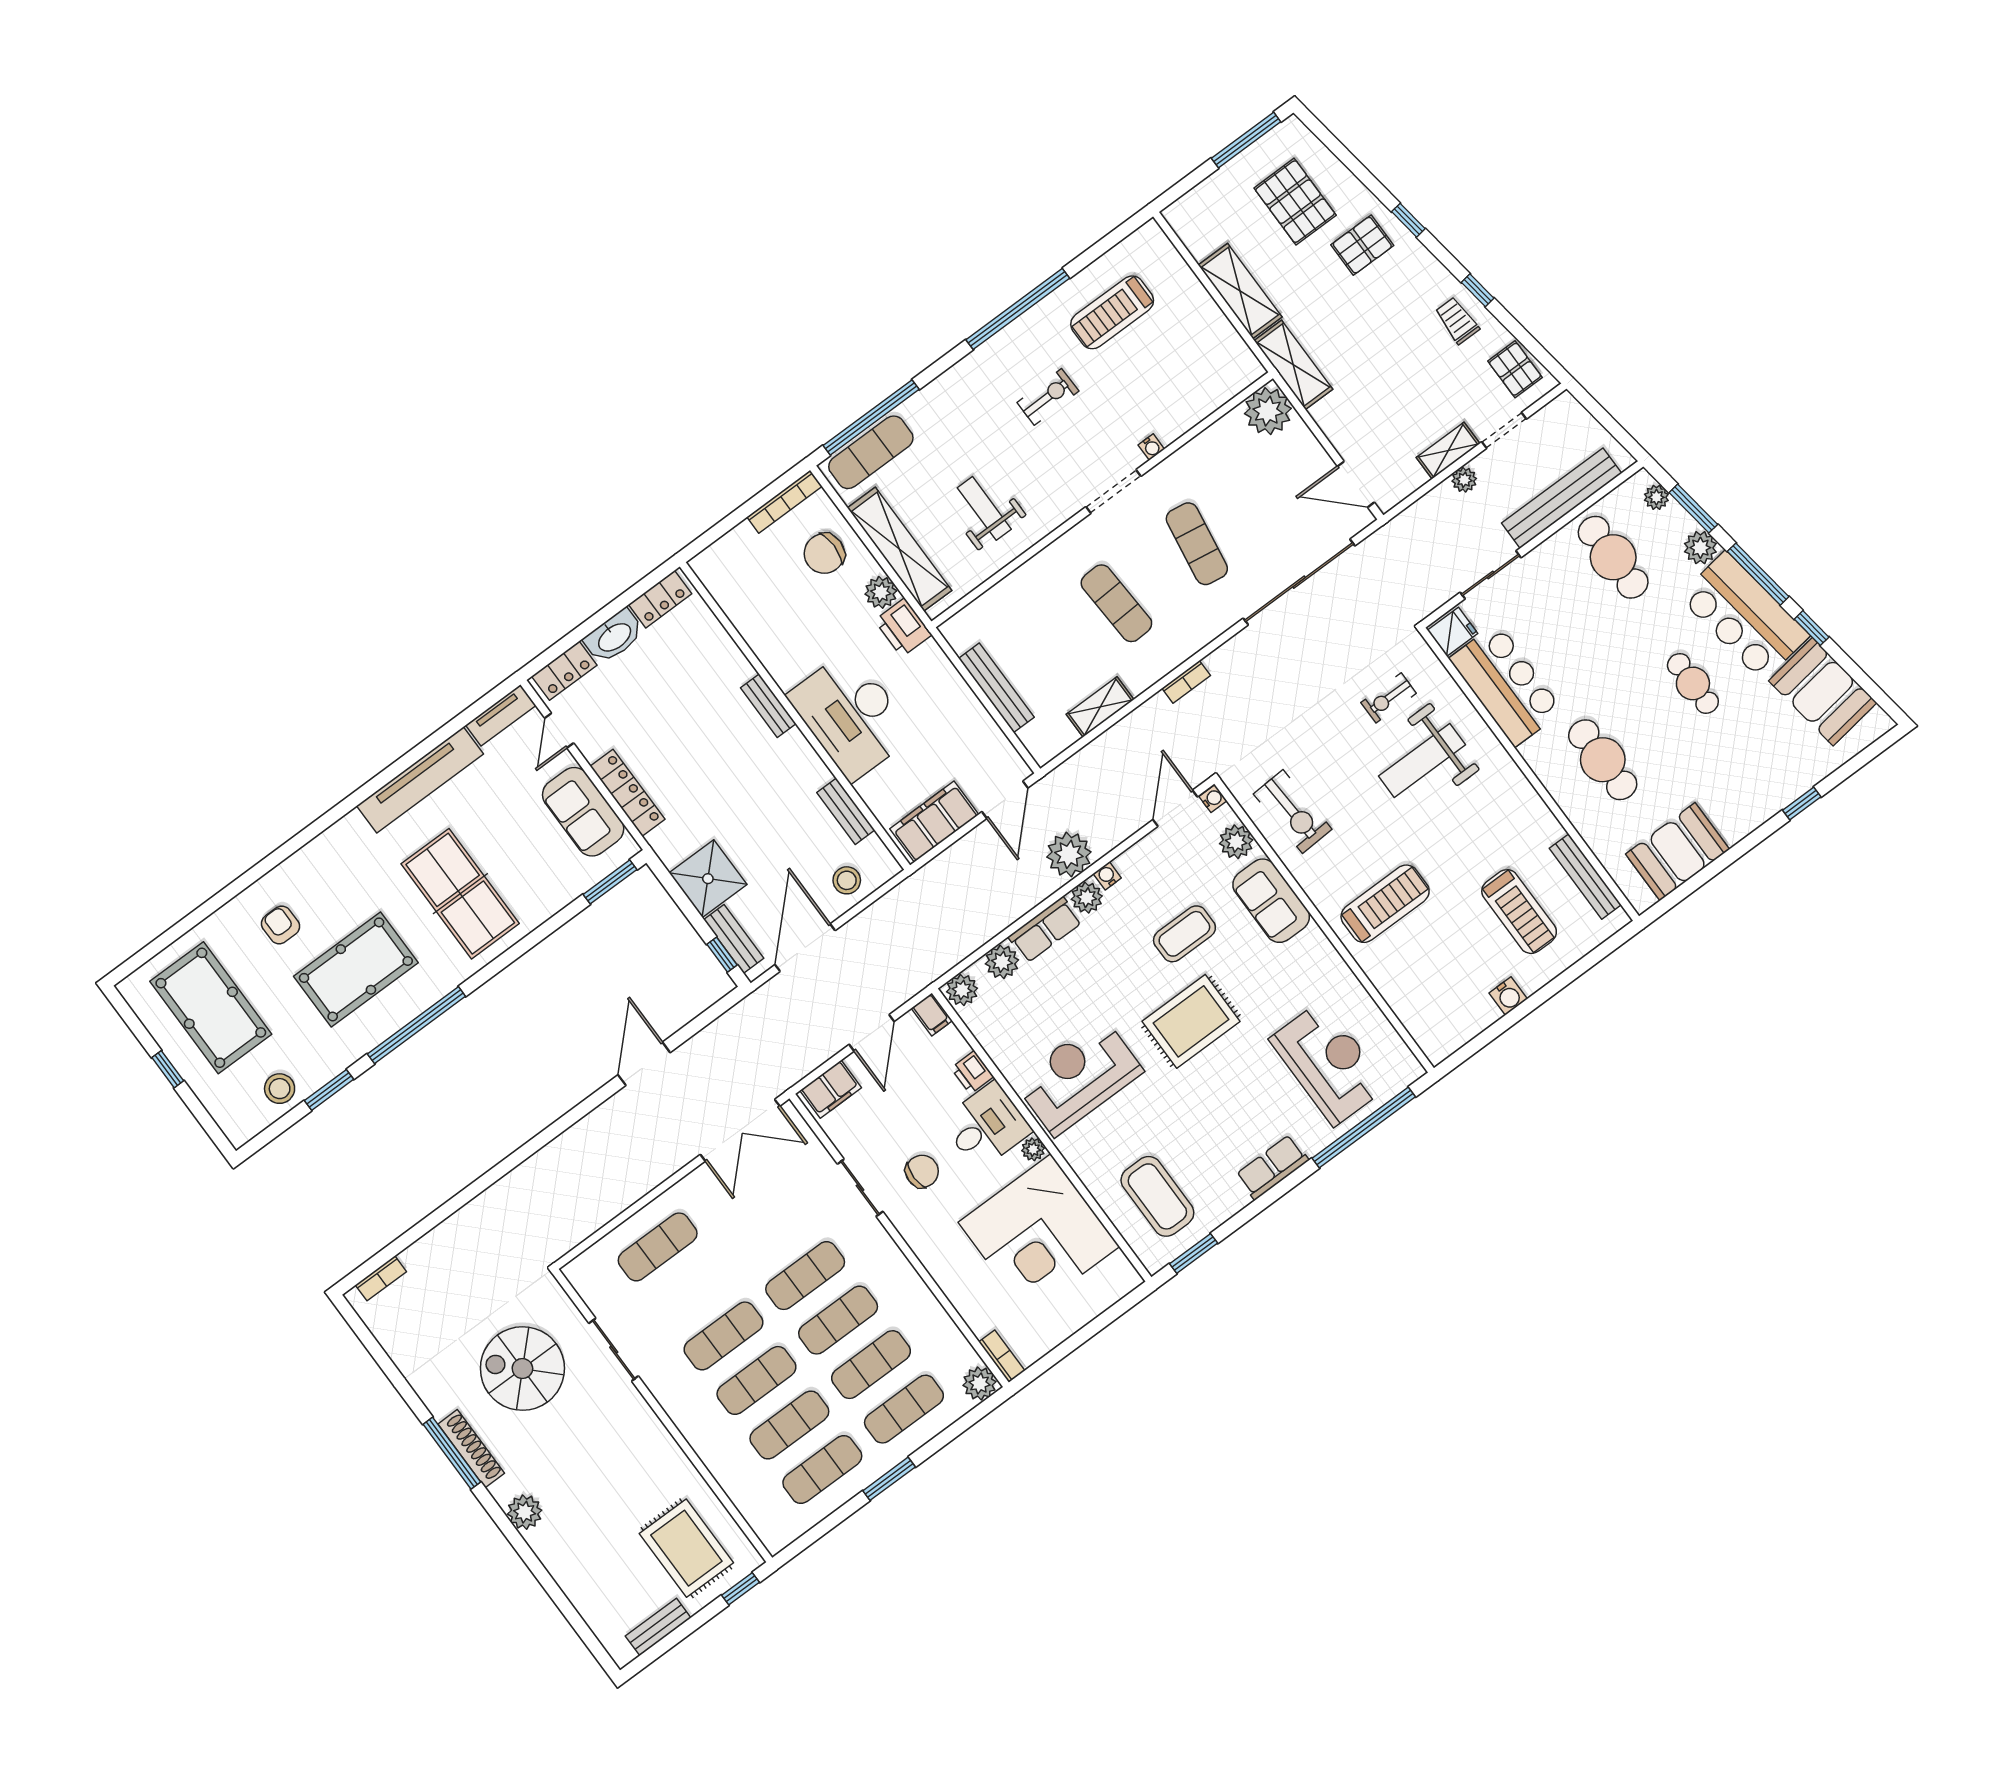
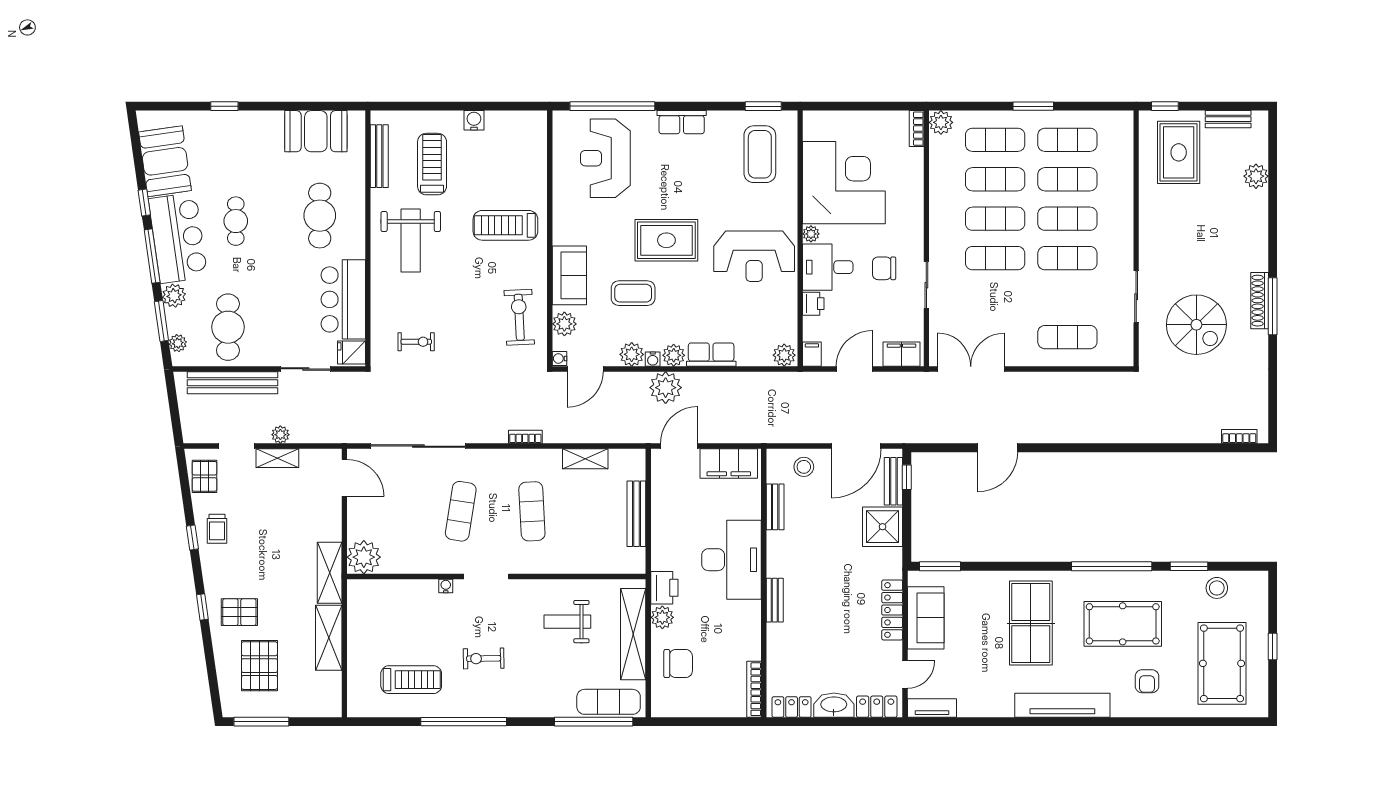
bookcase: (784, 502) -> (754, 689), moved, turned -90
weight bench: (984, 508) -> (567, 622), turned 90
weight bench: (1422, 760) -> (411, 240), moved, turned 90
tv unit: (420, 780) -> (1062, 705), moved
plant: (1002, 962) -> (632, 354), moved
plant: (525, 1512) -> (1256, 176), moved

